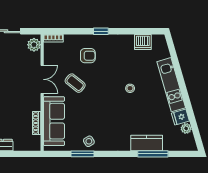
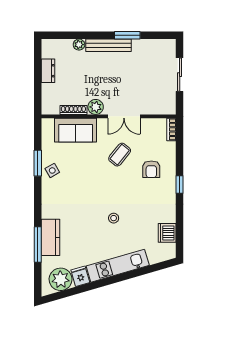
plant: (34, 45) -> (96, 107), moved
sofa: (54, 121) -> (76, 130), width x0.73
plant: (186, 128) -> (61, 279), width x1.88, depth x1.88

